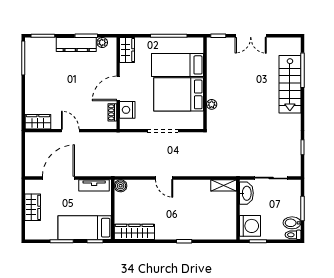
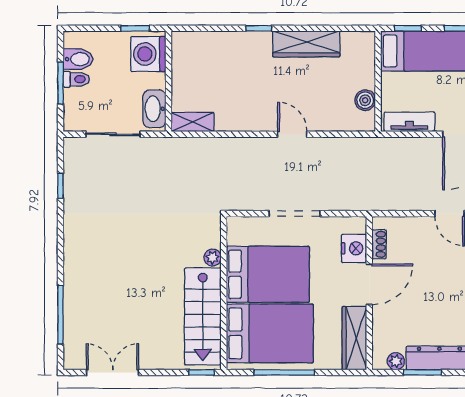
double door: (251, 36) -> (113, 372), moved
wardrobe: (127, 50) -> (354, 338), width x1.50
bed: (177, 65) -> (270, 333), width x1.50
stairs: (290, 84) -> (203, 316), moved, turned 180
boiler: (121, 186) -> (365, 100), moved
wardrobe: (134, 232) -> (306, 44), moved
toilet: (293, 235) -> (76, 79), moved

